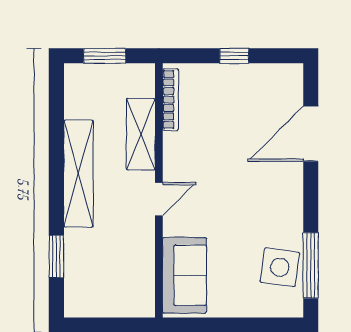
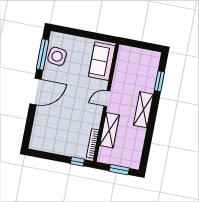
window: (234, 56) -> (77, 162), moved
door: (311, 134) -> (36, 91), moved
shelving: (78, 174) -> (143, 110), width x0.68

